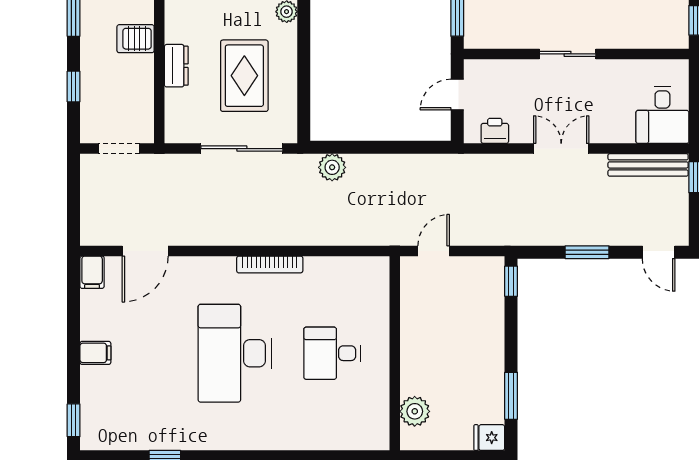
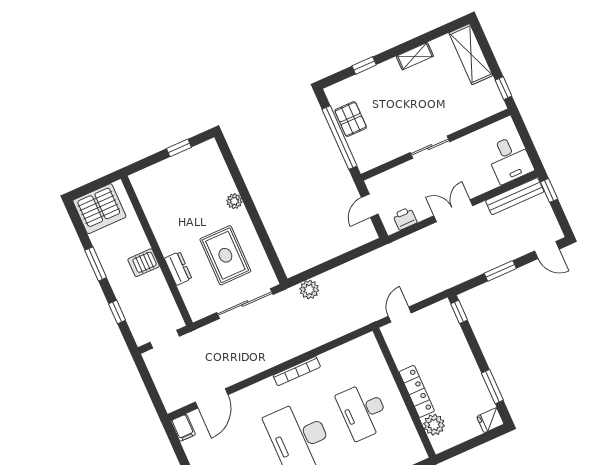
desk: (332, 353) -> (363, 411), width x1.37
locker: (412, 359) -> (417, 391), added

